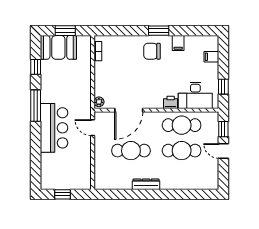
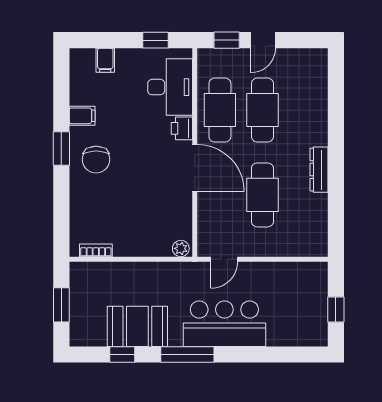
booth: (58, 47) -> (137, 326), moved, turned 90
door: (129, 110) -> (195, 168), moved

